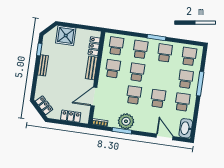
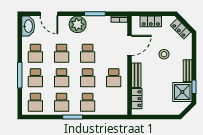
shower: (66, 36) -> (182, 92), moved
school desk: (116, 46) -> (62, 78), moved
stool: (63, 84) -> (164, 54), added
plant: (126, 121) -> (78, 24), moved

